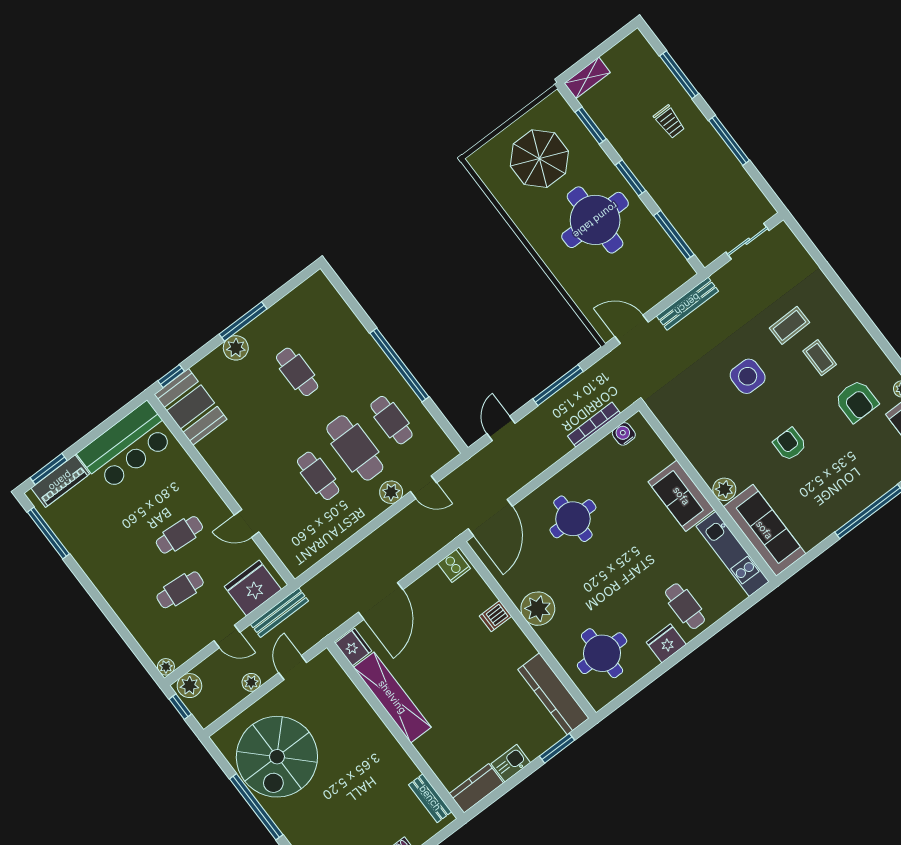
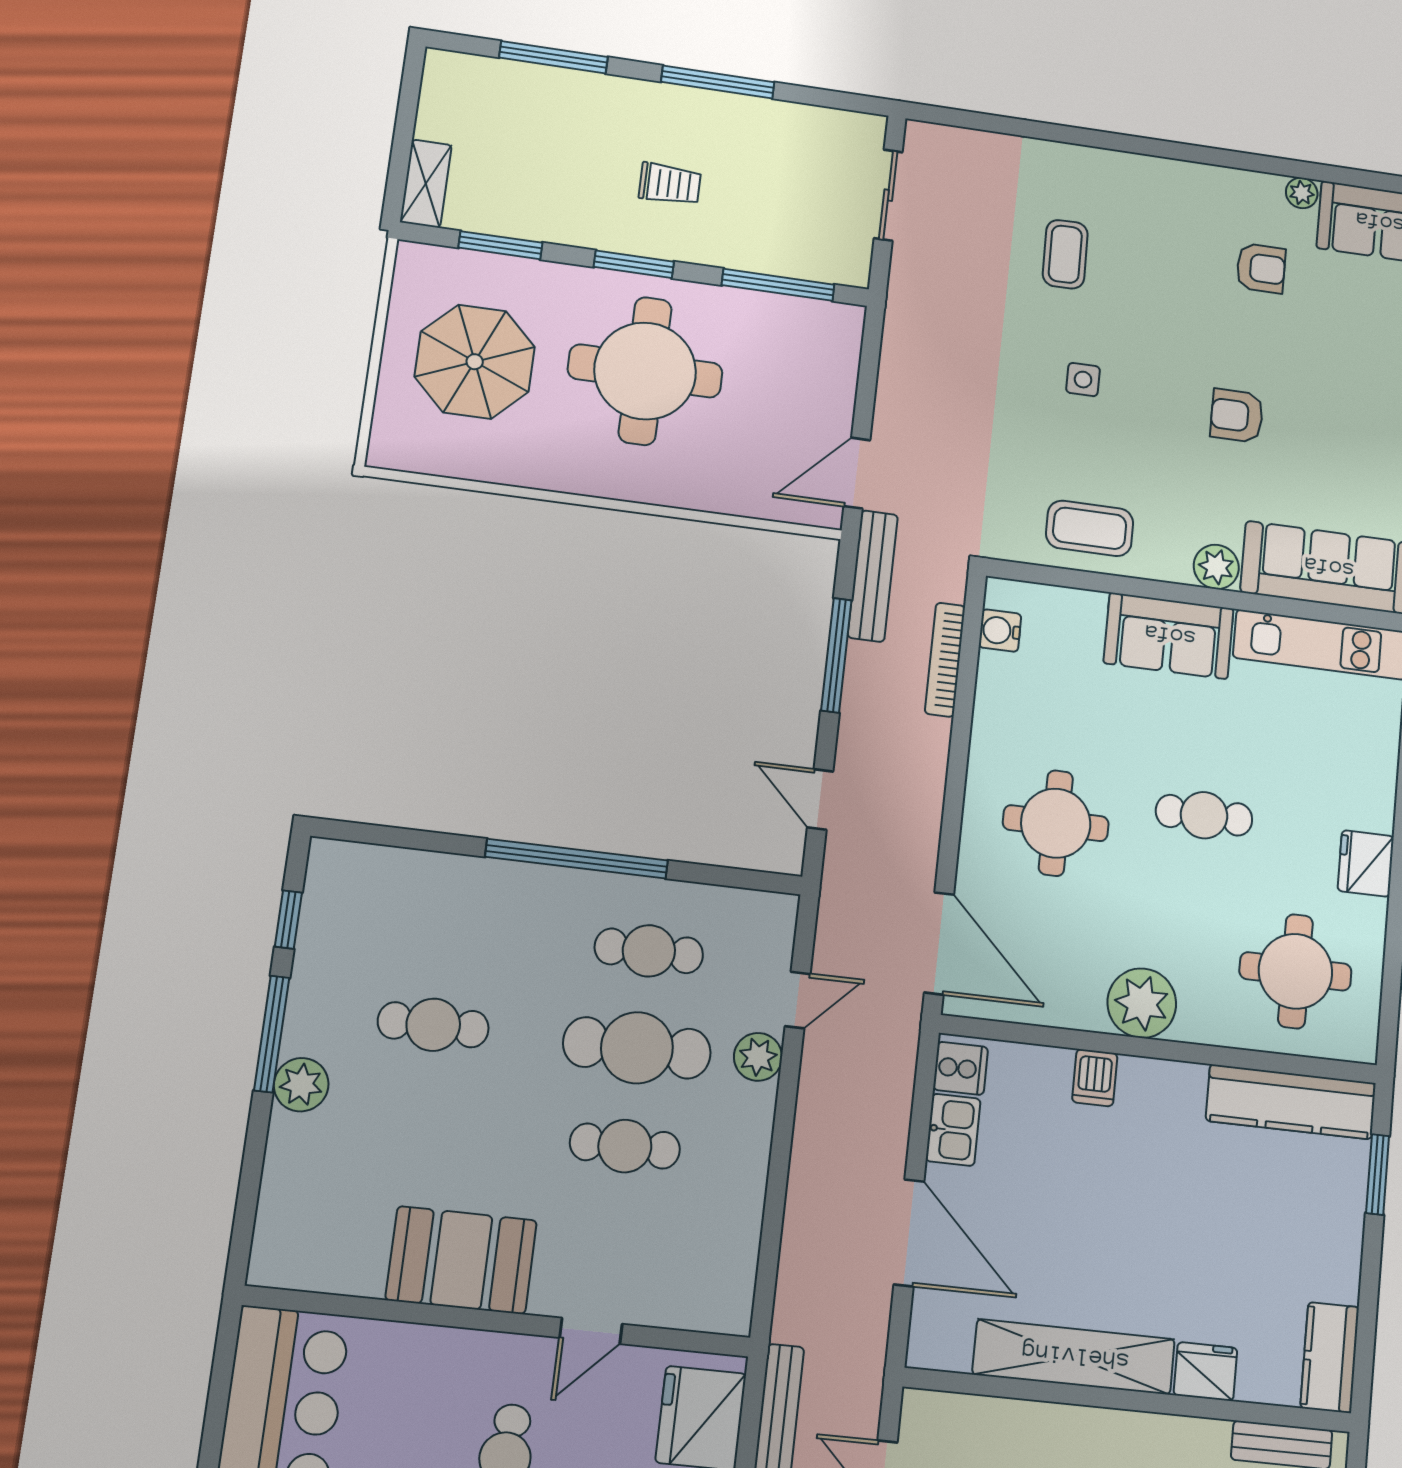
trolley: (669, 122) -> (670, 184), moved
bench: (687, 304) -> (873, 576), moved
coffee table: (820, 358) -> (1090, 528), moved, width x1.36, depth x1.30
window: (171, 376) -> (288, 920), moved
side table: (748, 376) -> (1083, 380), width x0.54, depth x0.54
armchair: (857, 401) -> (1261, 268), width x0.72, depth x0.72
booth: (191, 407) -> (461, 1260), moved
cafe table: (685, 606) -> (1204, 815), moved
fridge: (353, 647) -> (1205, 1371), moved
kitchen sink: (511, 763) -> (953, 1130), moved, turned 180

